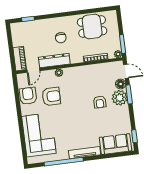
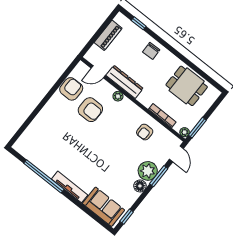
chair: (61, 38) -> (151, 51), moved
piano: (20, 59) -> (108, 35), moved
floor lamp: (121, 84) -> (140, 186), moved
armchair: (100, 102) -> (145, 132), moved
corner sofa: (39, 135) -> (46, 132), removed

